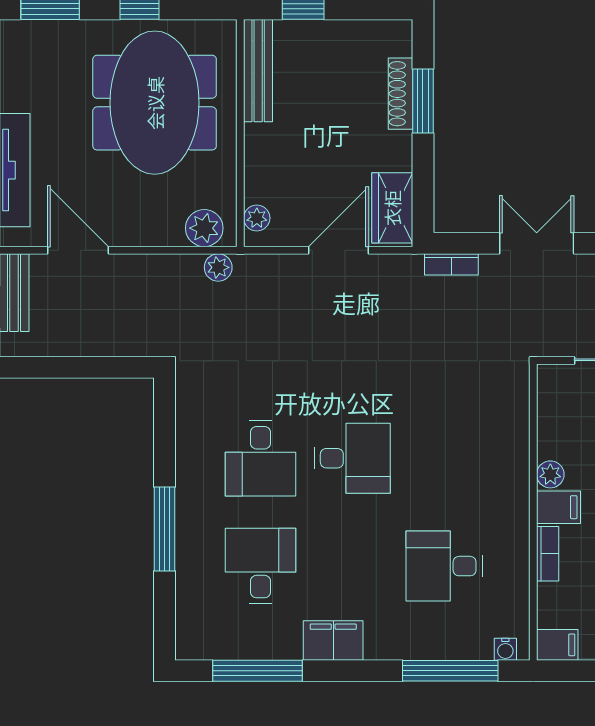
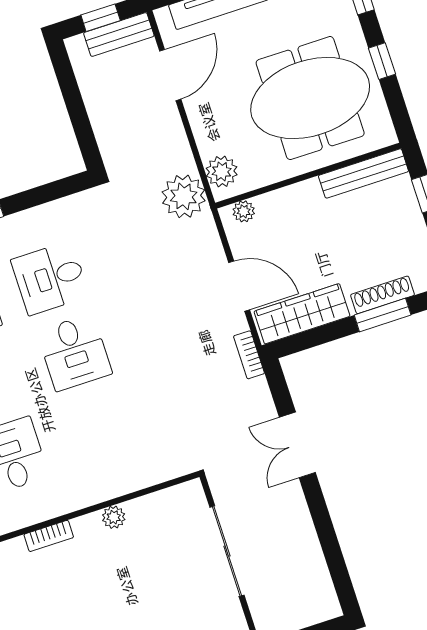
wardrobe: (392, 208) -> (302, 314), width x1.50
double door: (537, 243) -> (297, 445), swing flipped
bookcase: (451, 264) -> (249, 355), moved
plant: (218, 267) -> (184, 196), width x1.88, depth x1.88
filing cabinet: (559, 507) -> (89, 532), removed

